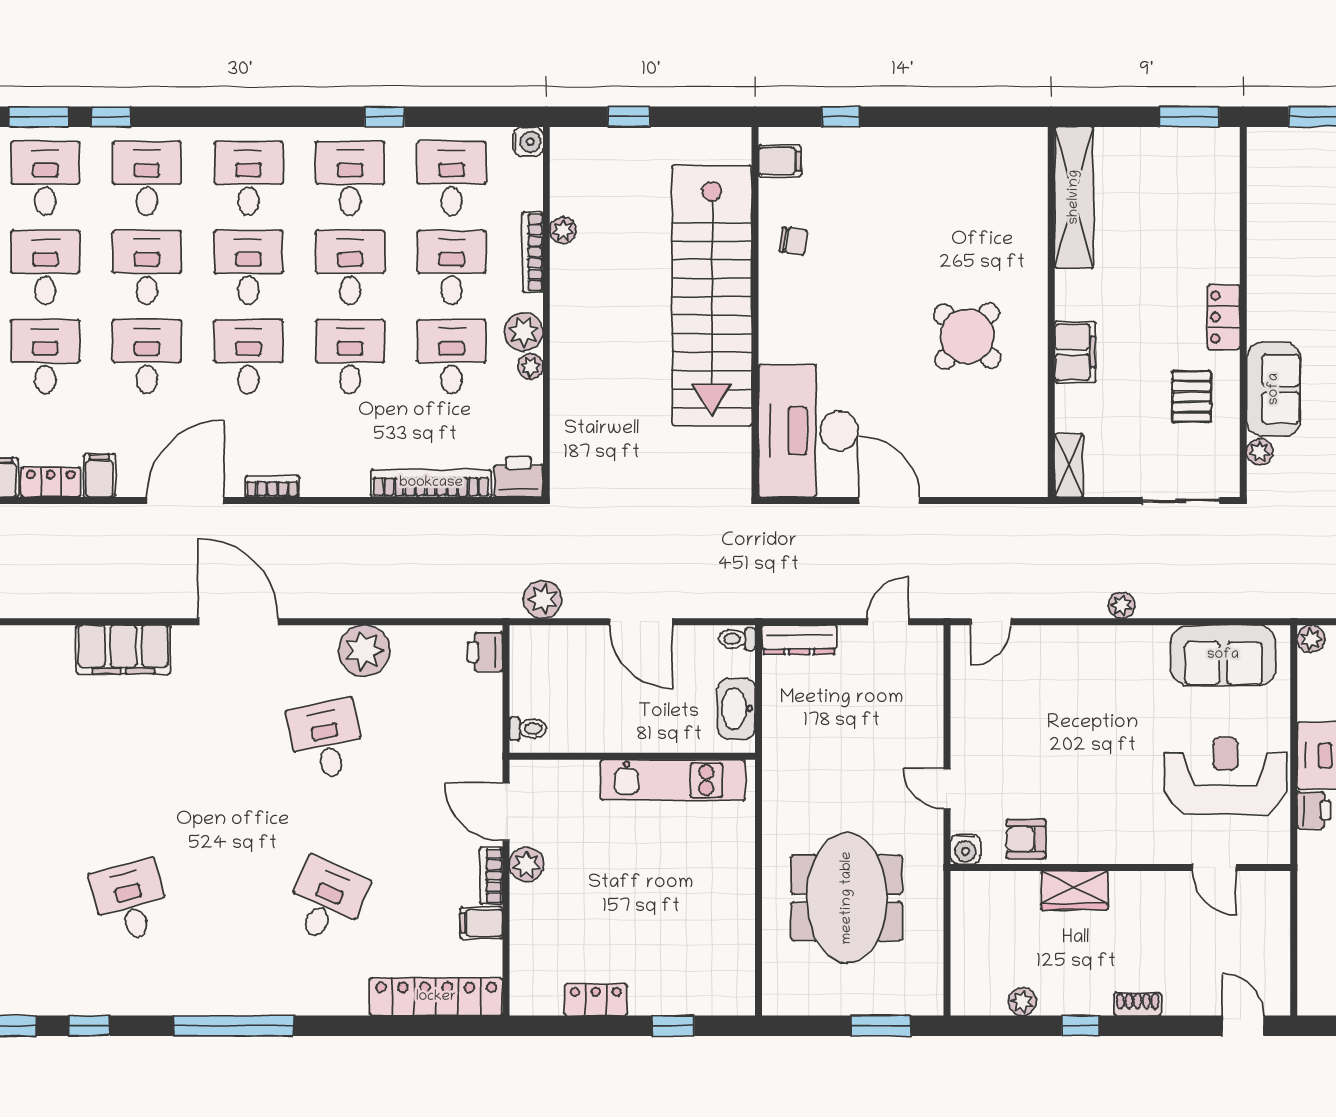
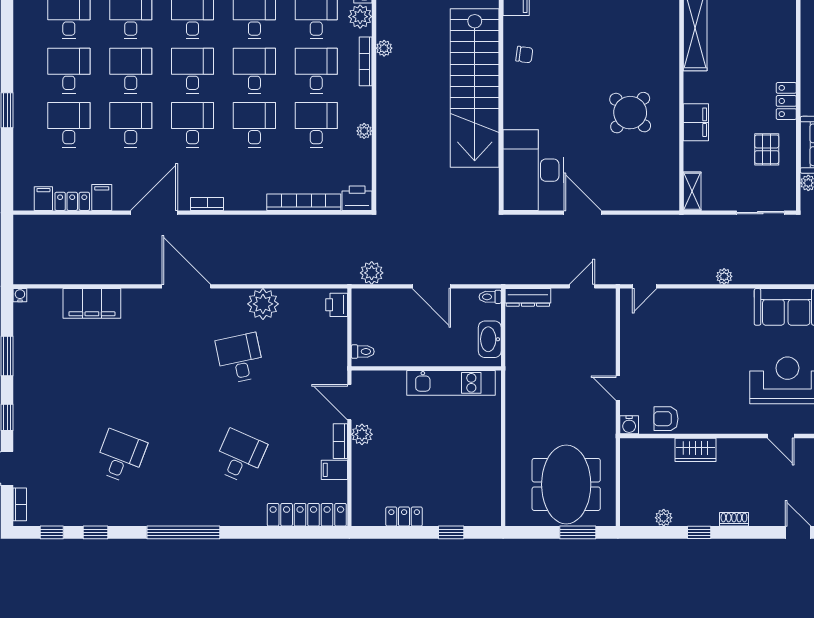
plant: (524, 332) -> (360, 17), moved
filing cabinet: (123, 650) -> (92, 303), moved
meeting table: (847, 898) -> (566, 484), moved
desk: (130, 901) -> (121, 456), turned 36

